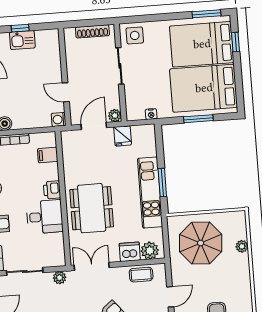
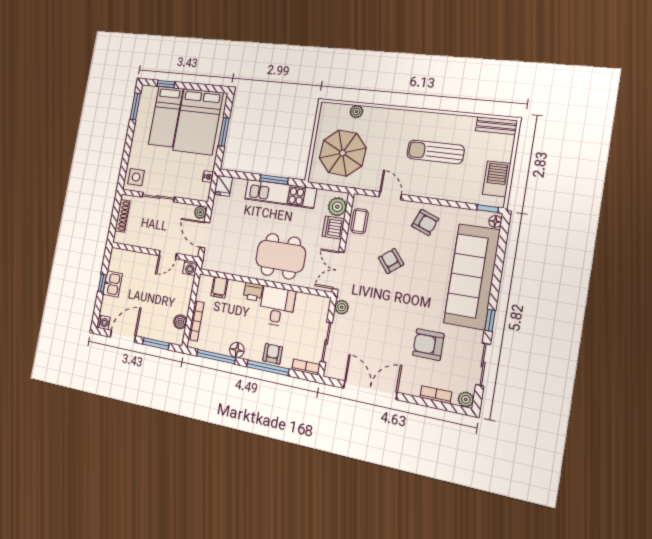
bed: (202, 44) -> (166, 117), width x0.67
fridge: (123, 136) -> (223, 186), moved, turned 90

